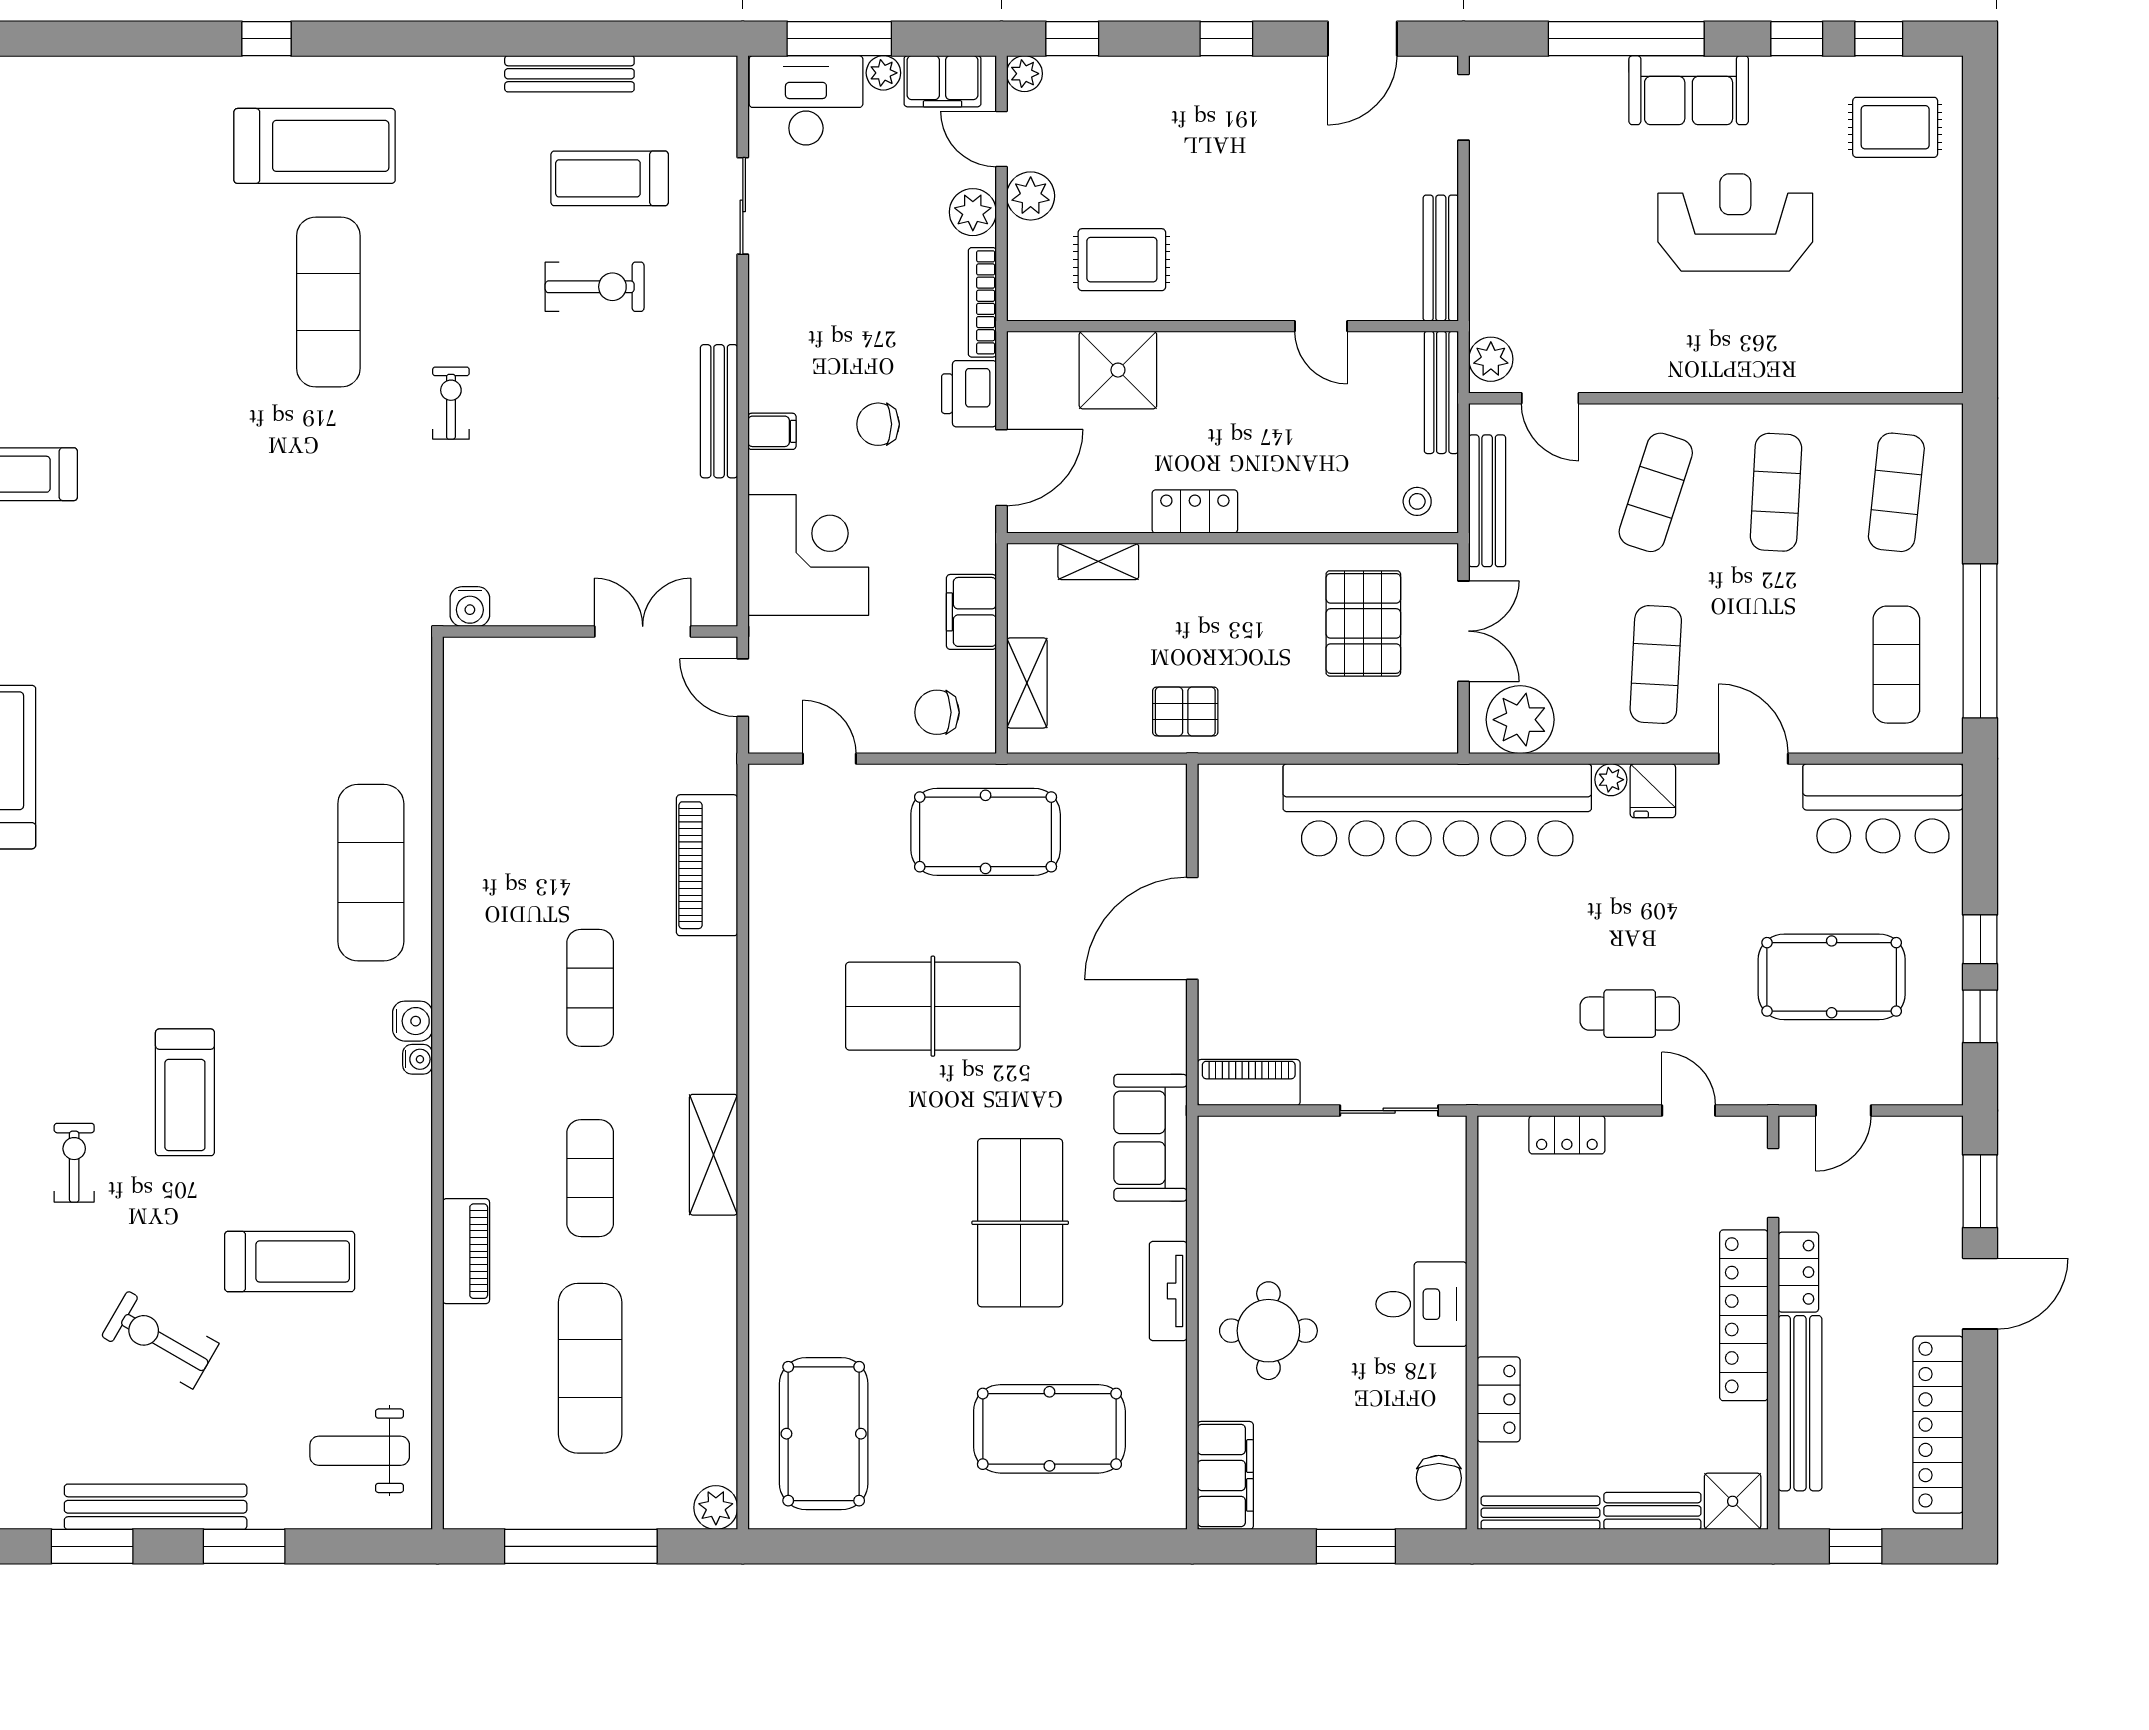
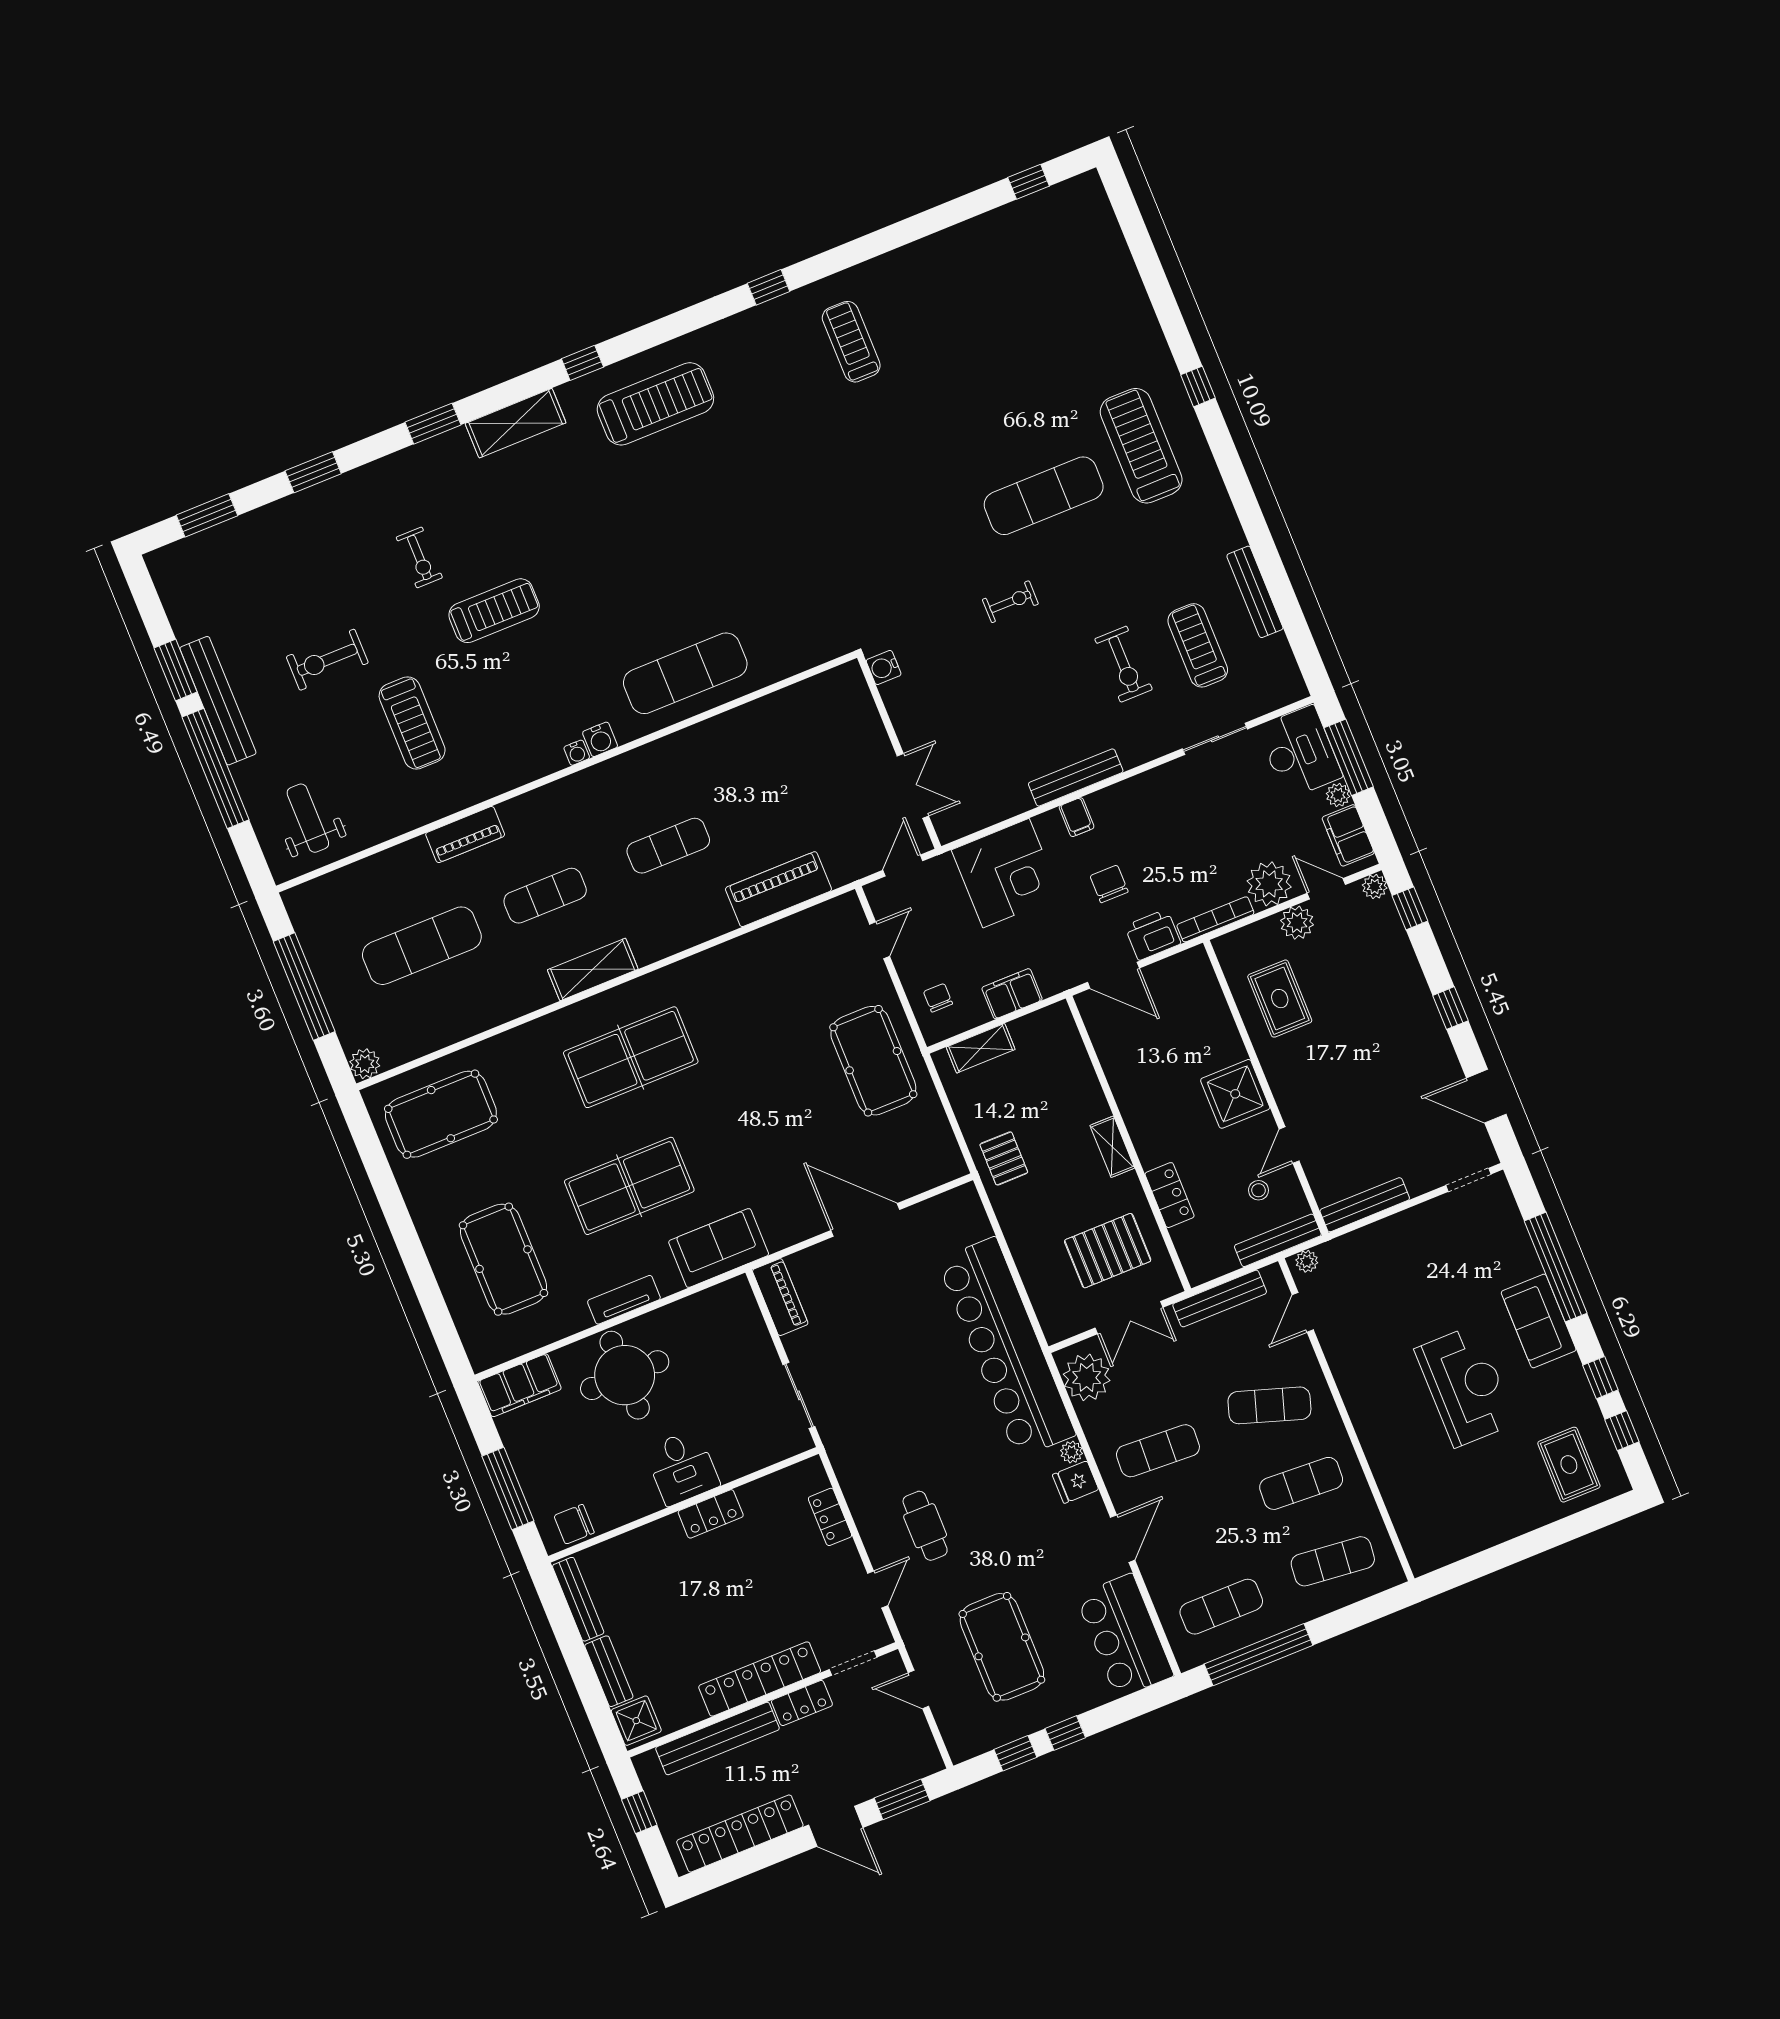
door: (1001, 139) -> (1326, 889), hinge flipped
treadmill: (315, 146) -> (1141, 446), turned 180
plant: (973, 212) -> (1269, 884), width x1.36, depth x1.36
plant: (1491, 359) -> (1307, 1261), width x0.73, depth x0.73
shower: (1118, 370) -> (1235, 1094), moved
stool: (1417, 501) -> (1259, 1190), moved
locker: (1195, 511) -> (1170, 1195), moved
shelving: (1098, 561) -> (1112, 1147), moved
chair: (937, 712) -> (938, 998), width x0.73, depth x0.73
table tennis table: (933, 1006) -> (631, 1057), moved, turned 90
treadmill: (185, 1092) -> (494, 611), turned 180
exercise bike: (74, 1163) -> (419, 557), turned 90
round table: (1268, 1331) -> (625, 1375), width x1.36, depth x1.36
exercise bike: (160, 1340) -> (327, 660), turned -120
locker: (1499, 1399) -> (711, 1514), moved
window: (244, 1546) -> (216, 768), width x2.11
window: (1356, 1546) -> (508, 1489), width x1.44

